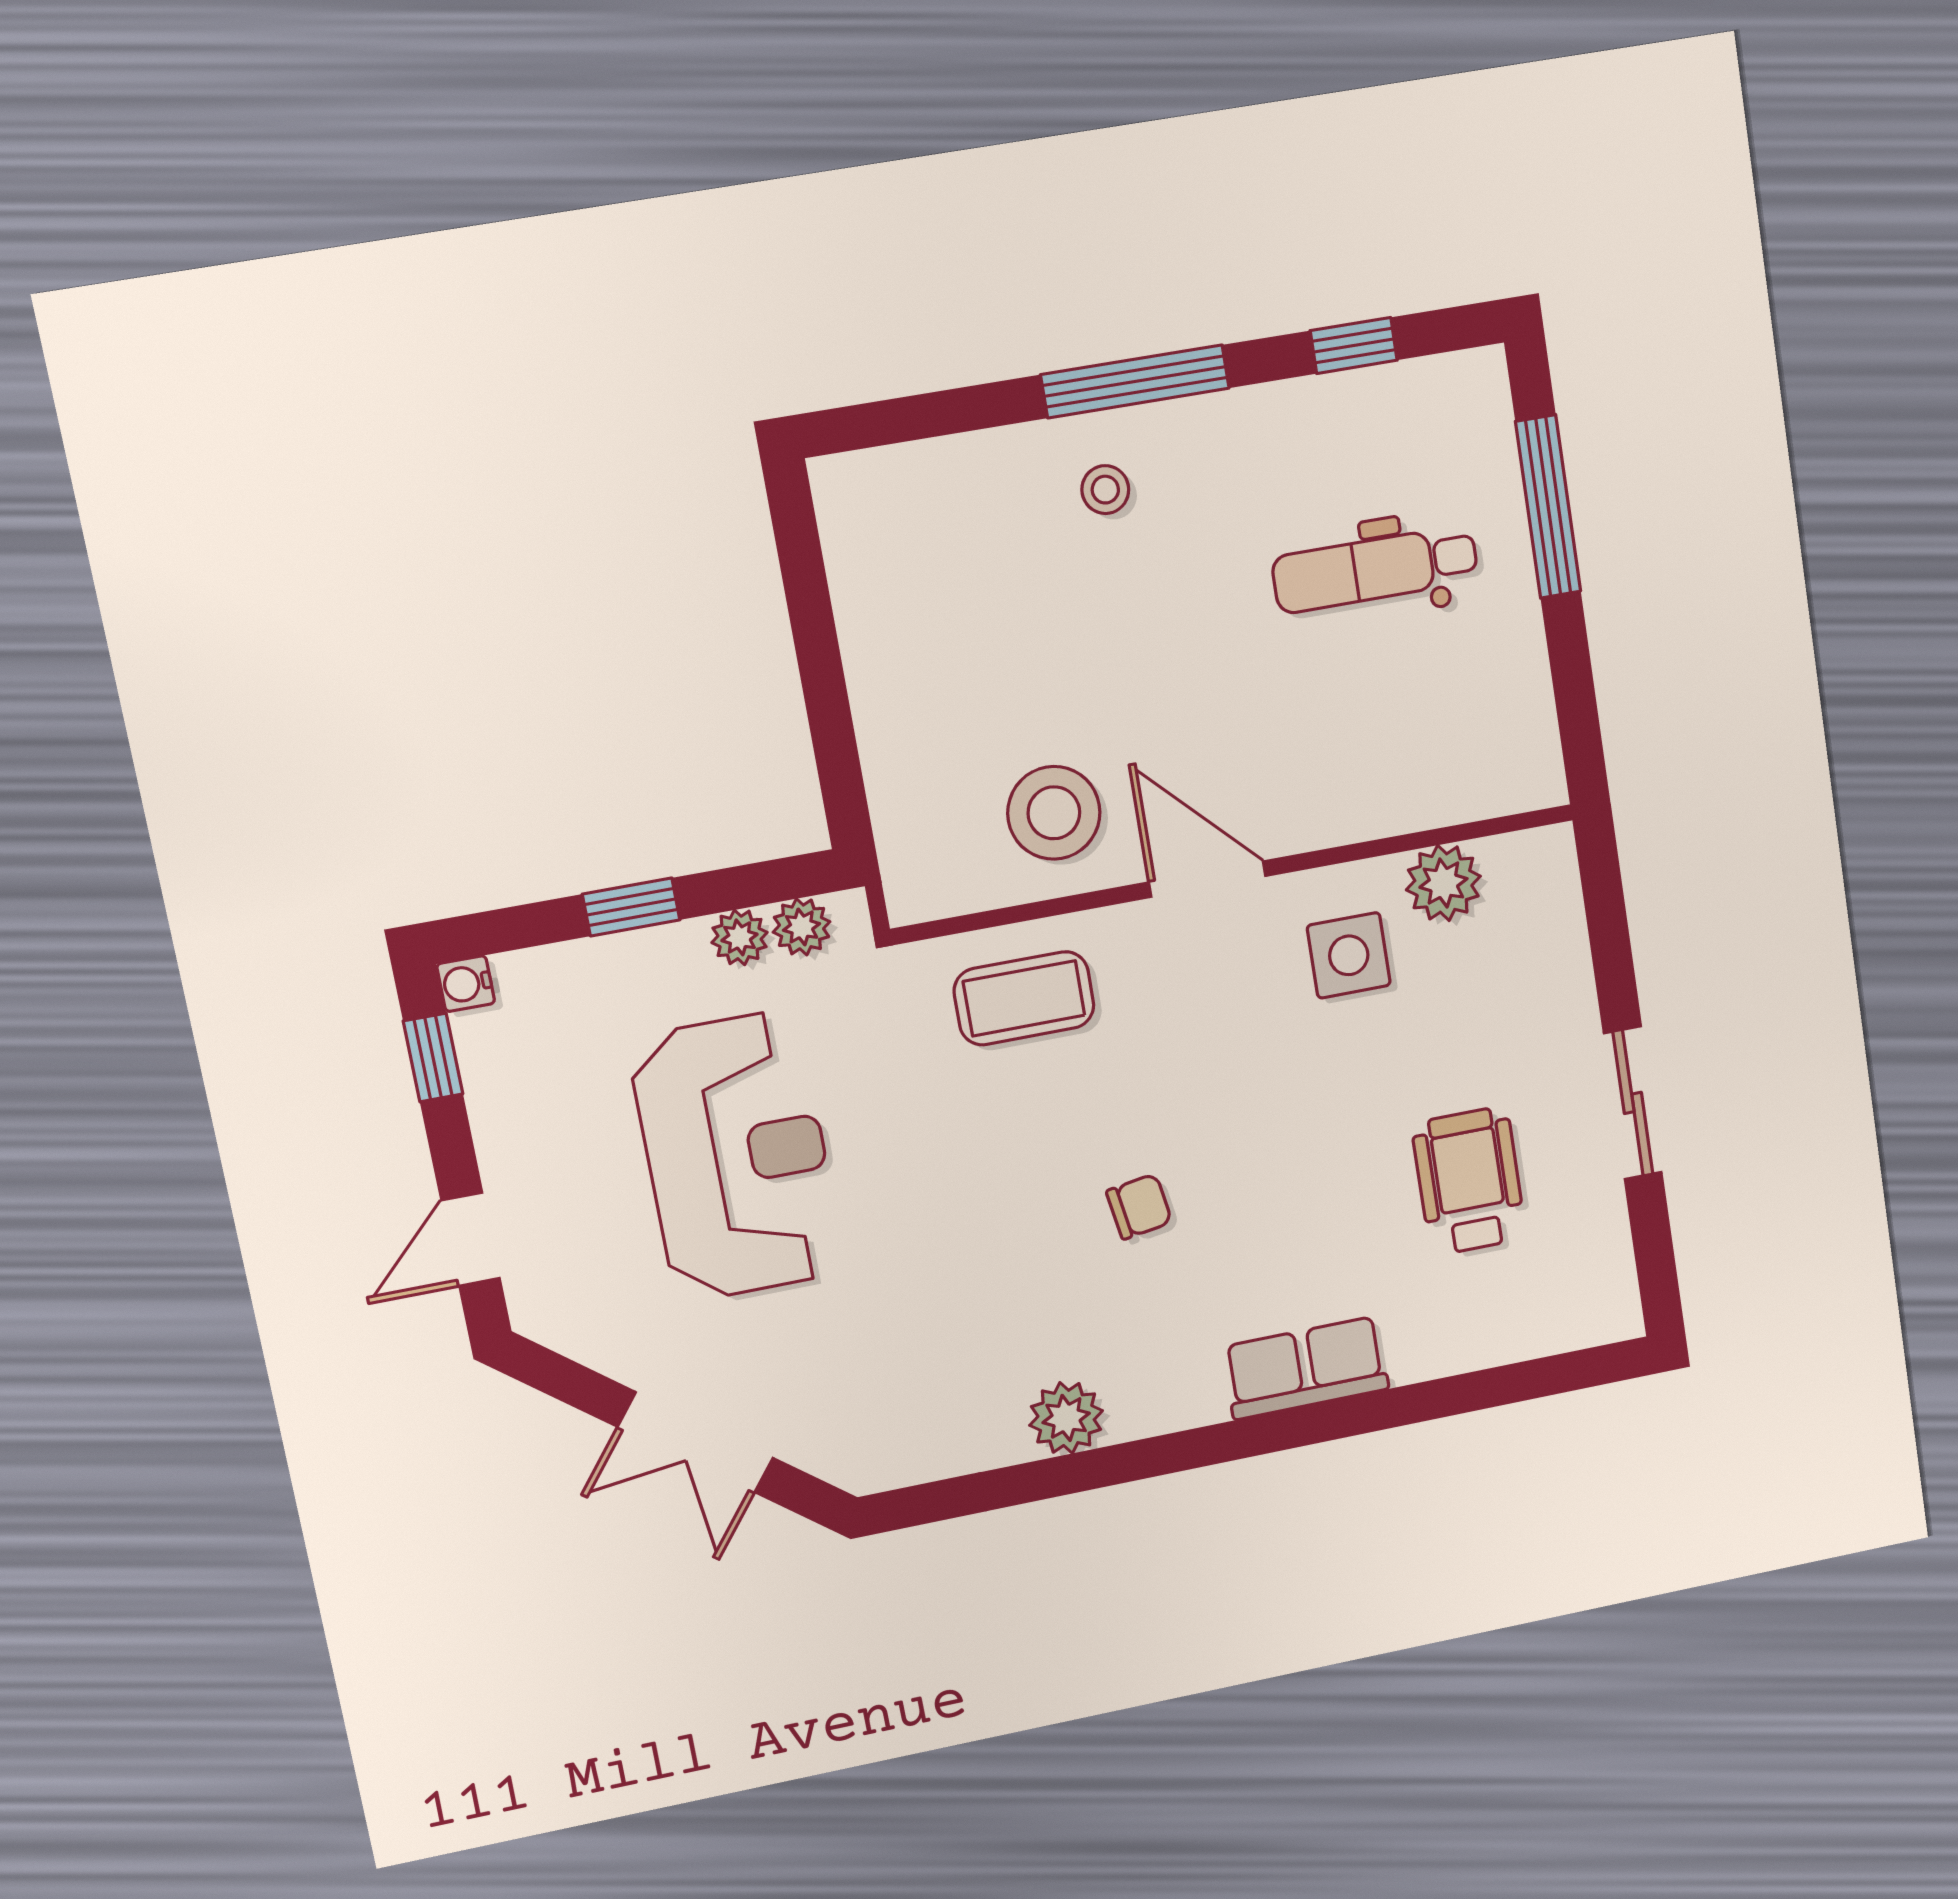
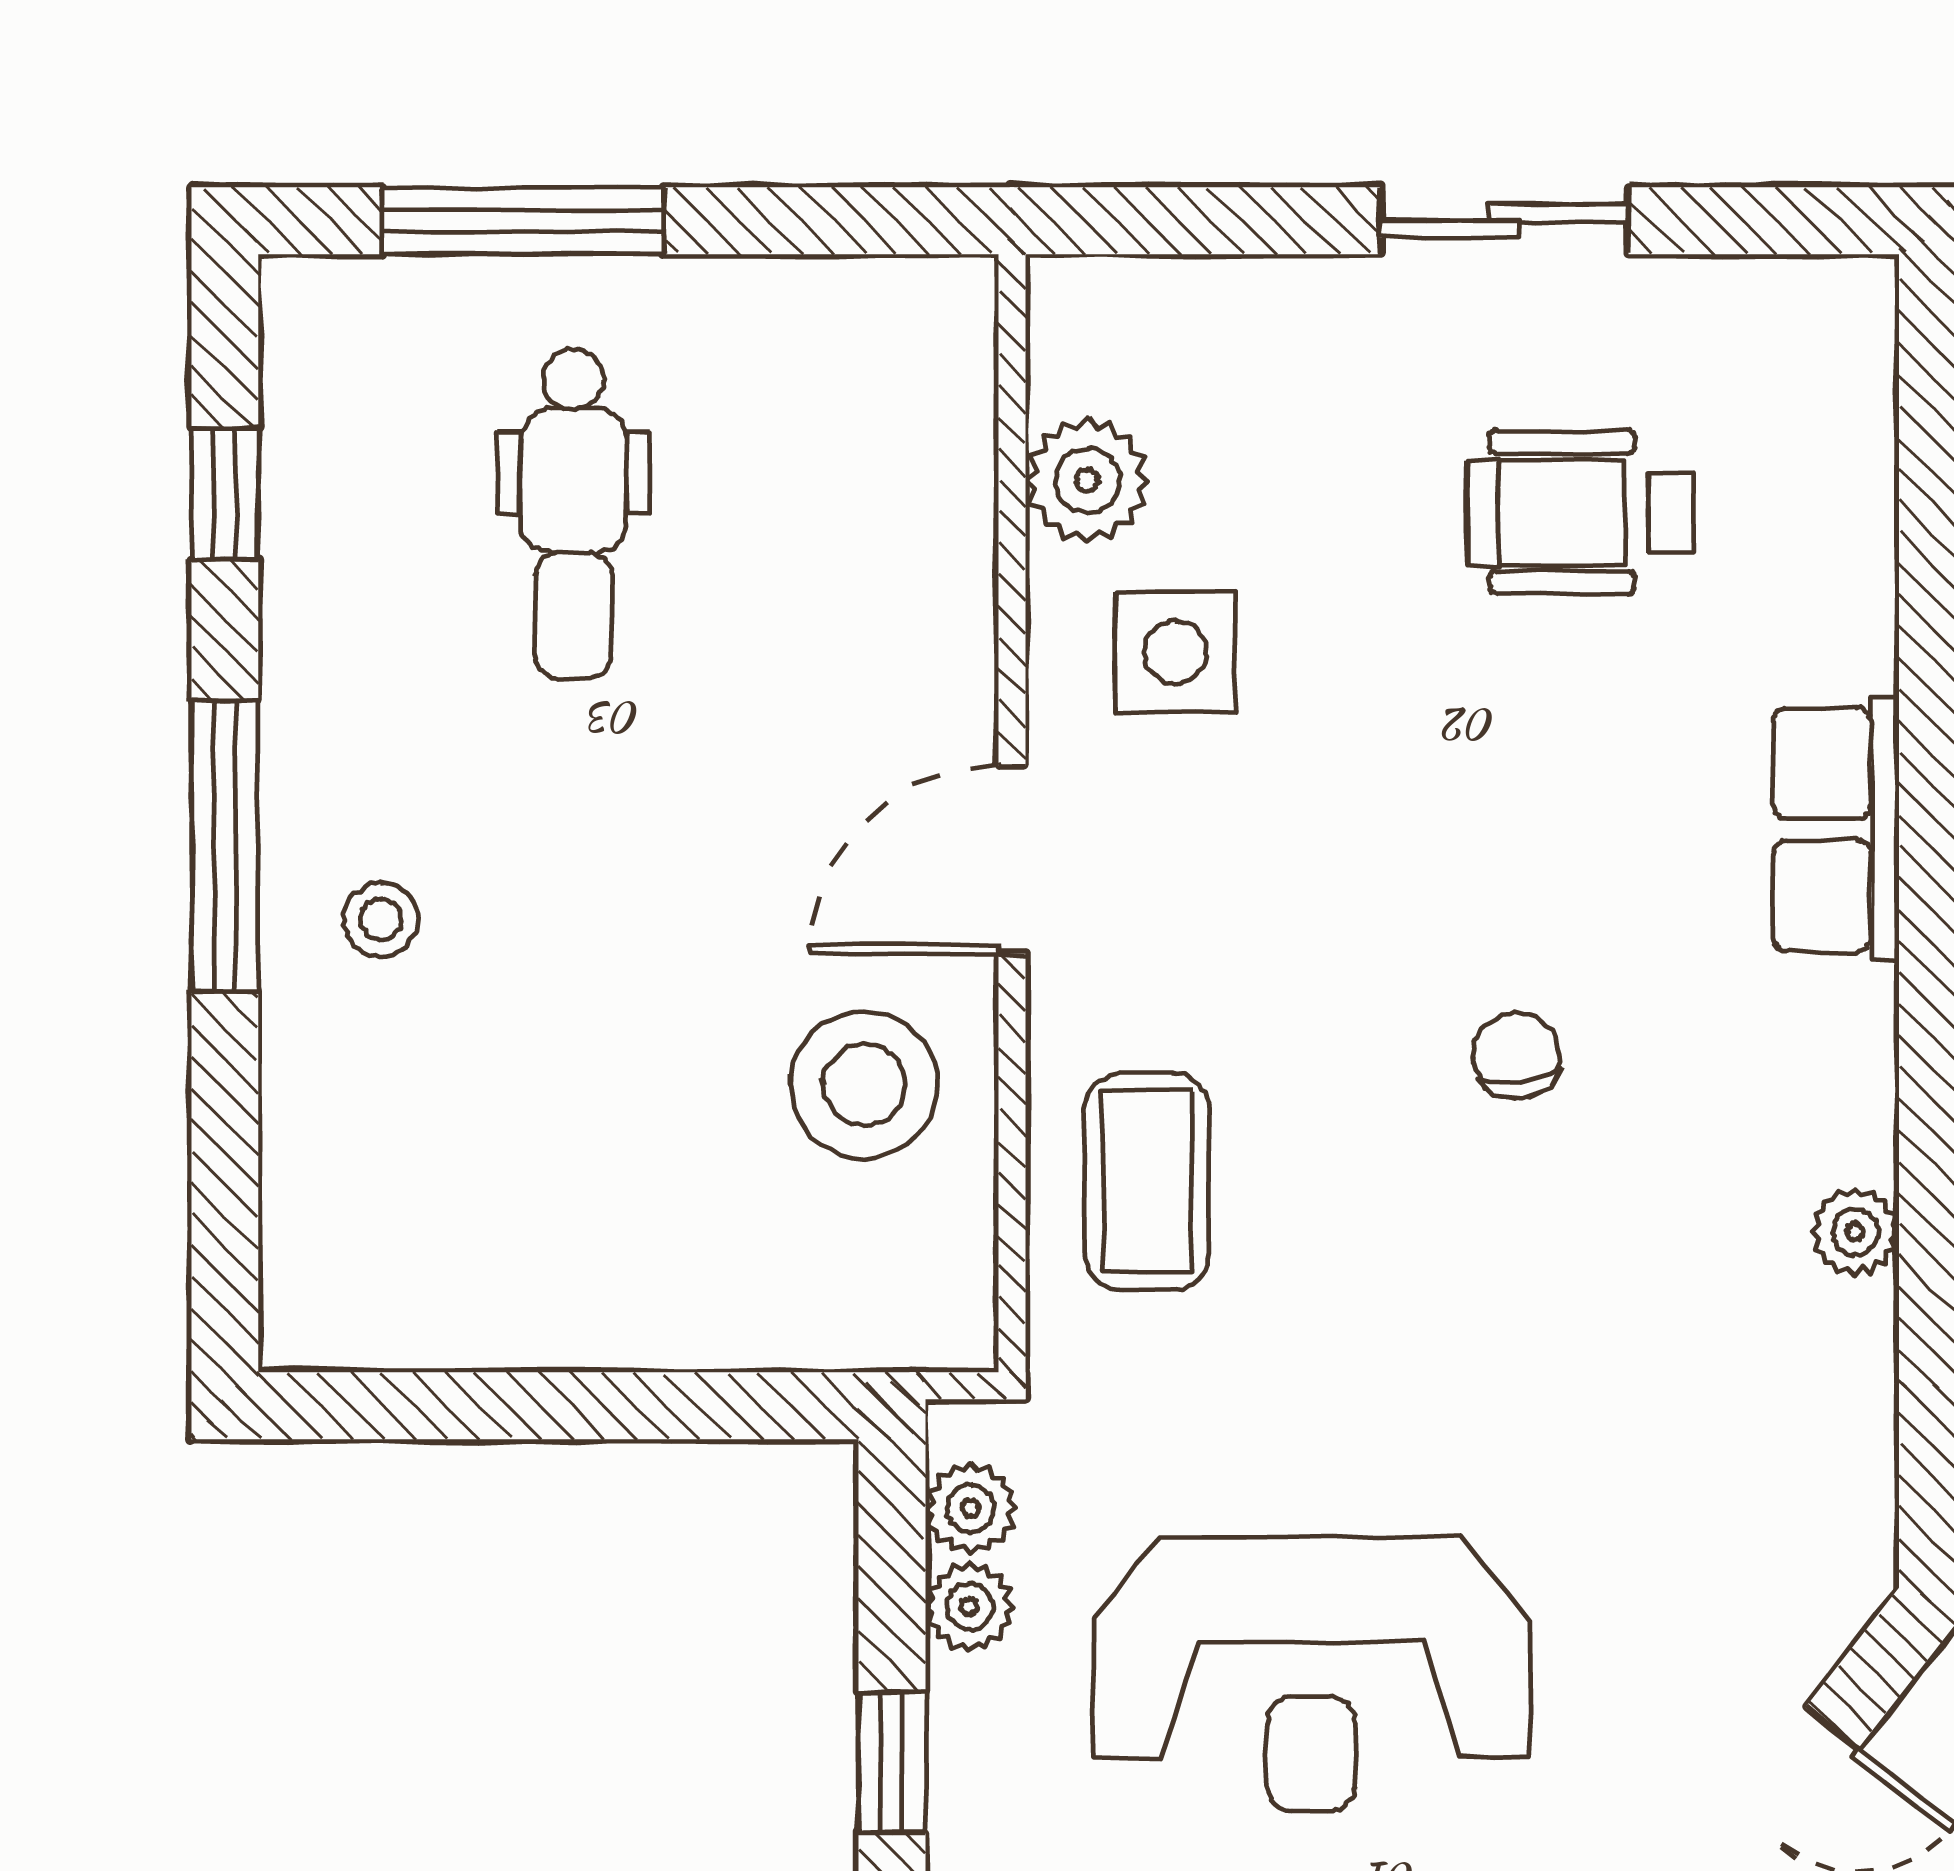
reception desk: (737, 1156) -> (1311, 1675), turned 180
plant: (1066, 1418) -> (1855, 1232), width x0.73, depth x0.73

